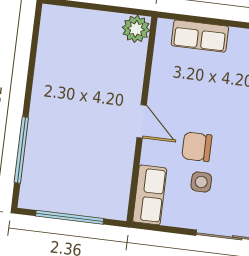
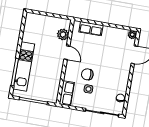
plant: (136, 29) -> (63, 34), moved
door: (142, 121) -> (67, 53), moved
kitchen unit: (43, 136) -> (24, 66), added

